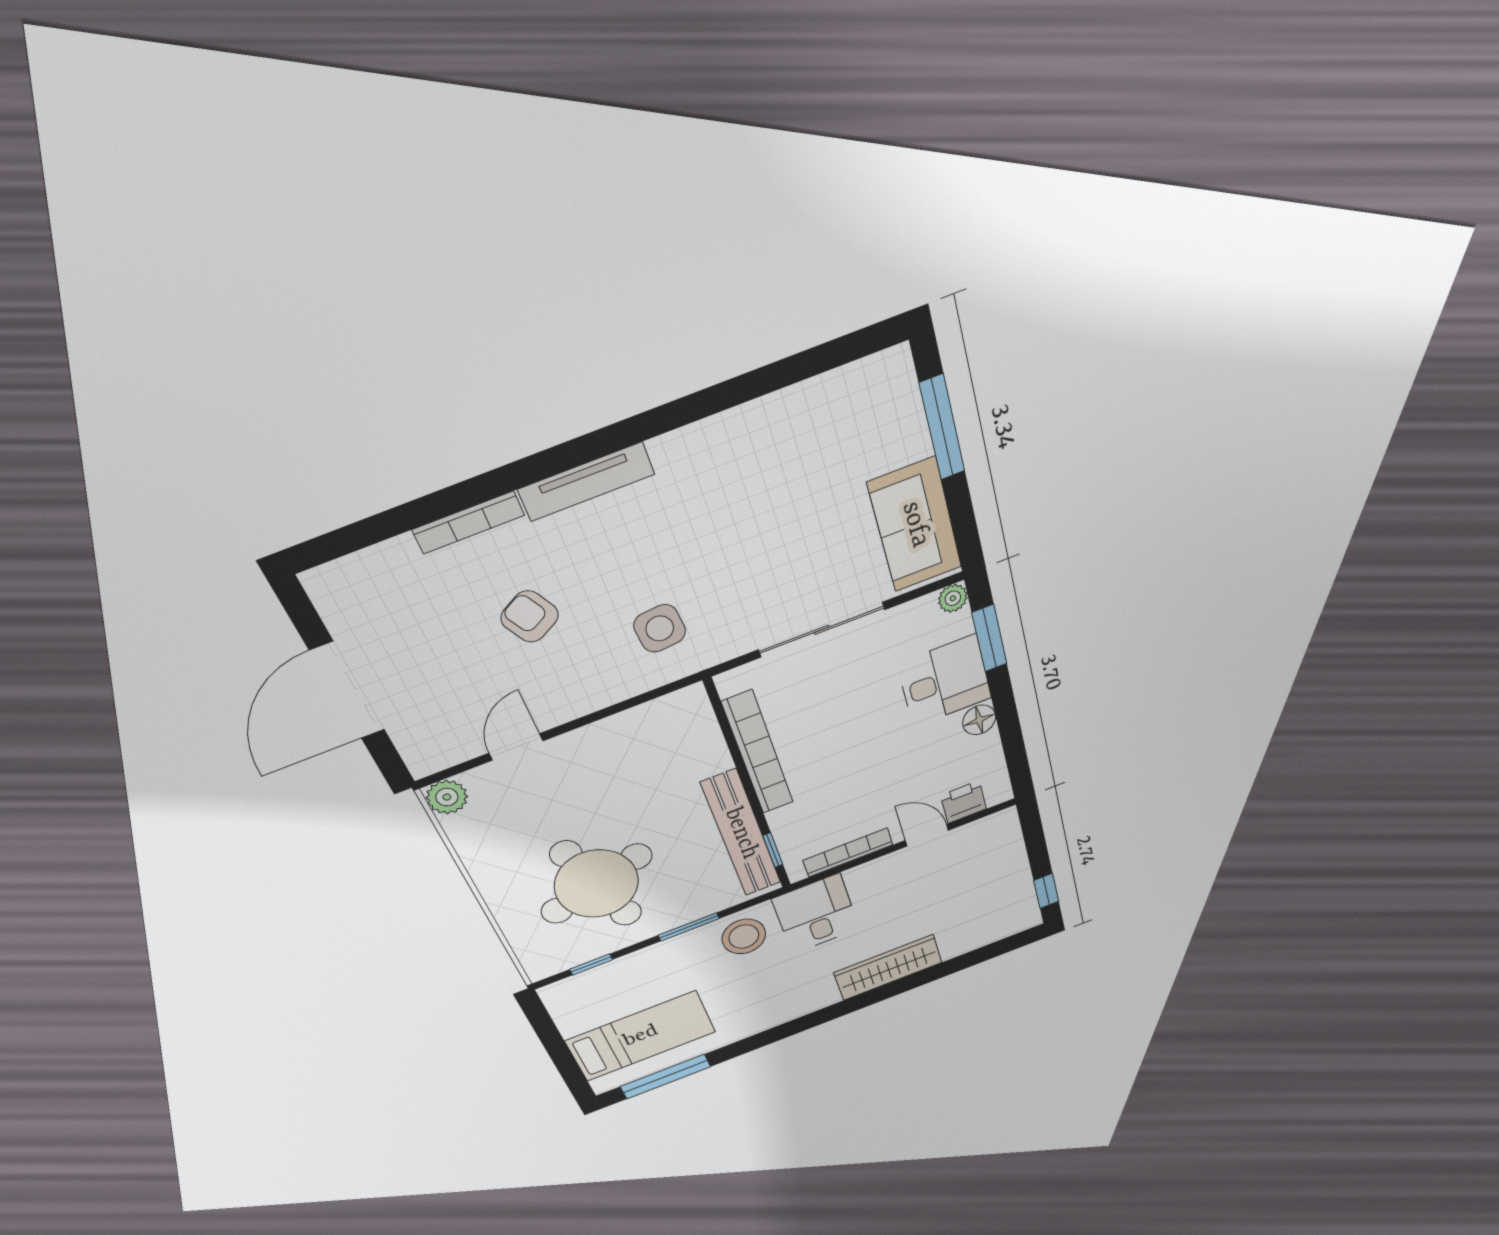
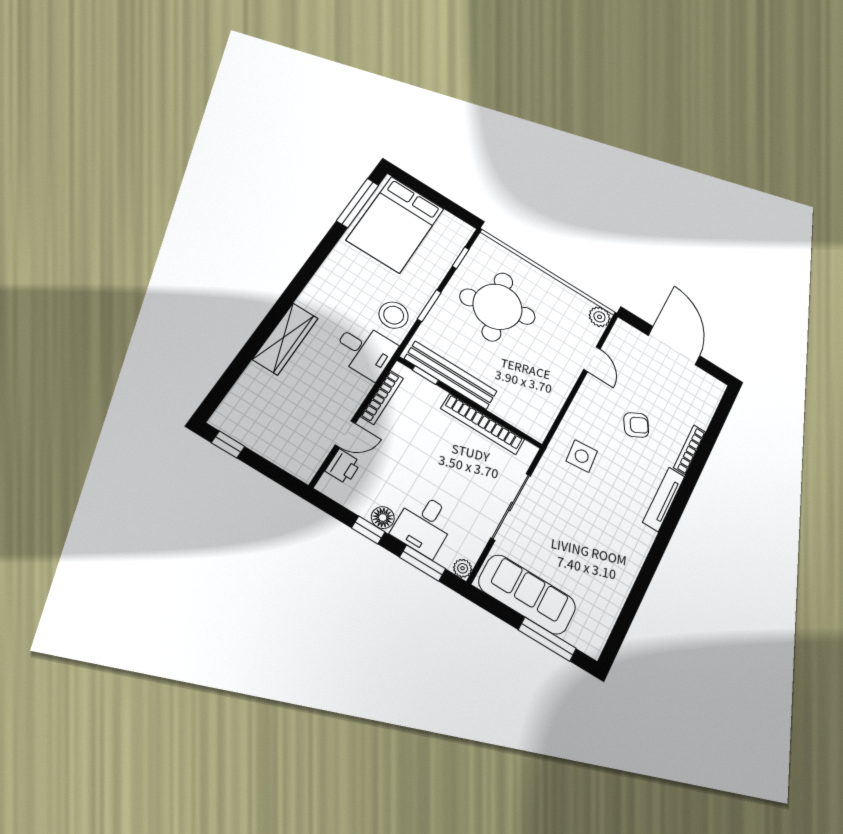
sofa: (915, 525) -> (527, 594), width x1.36
window: (1007, 717) -> (368, 530), added
bed: (641, 1036) -> (396, 224), width x1.50

